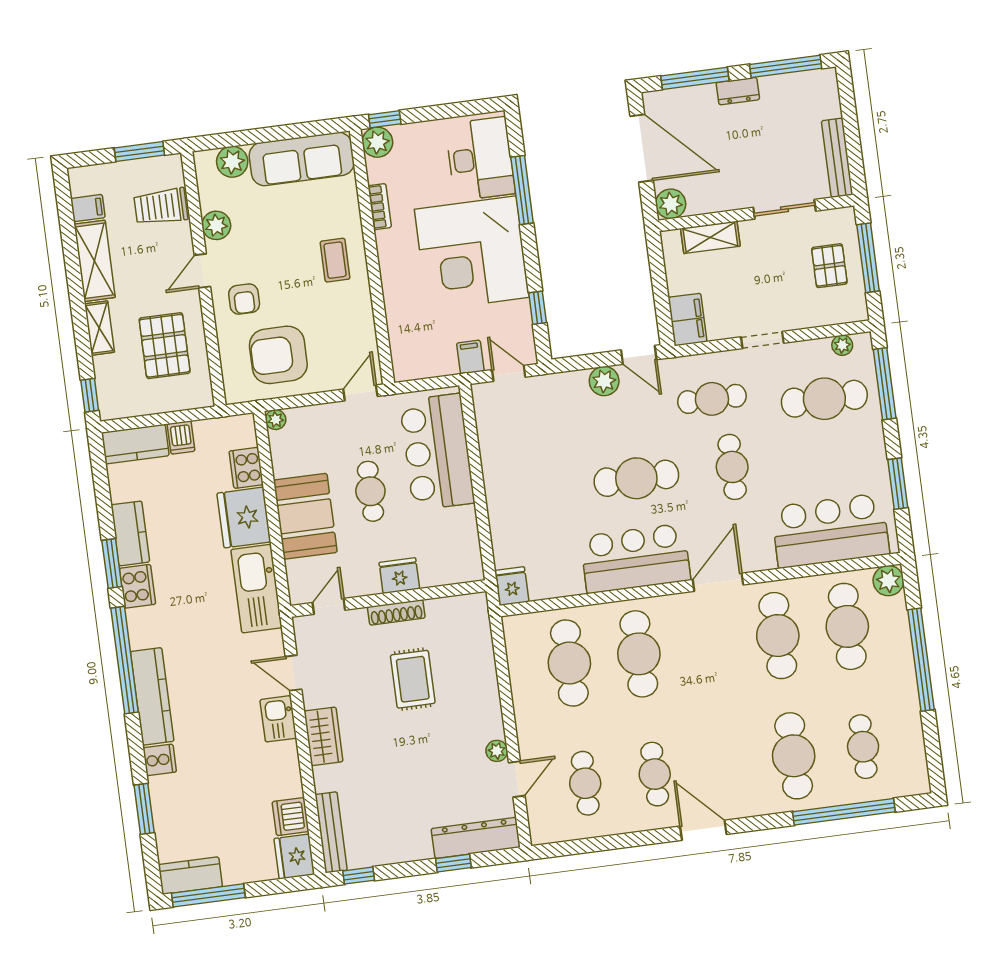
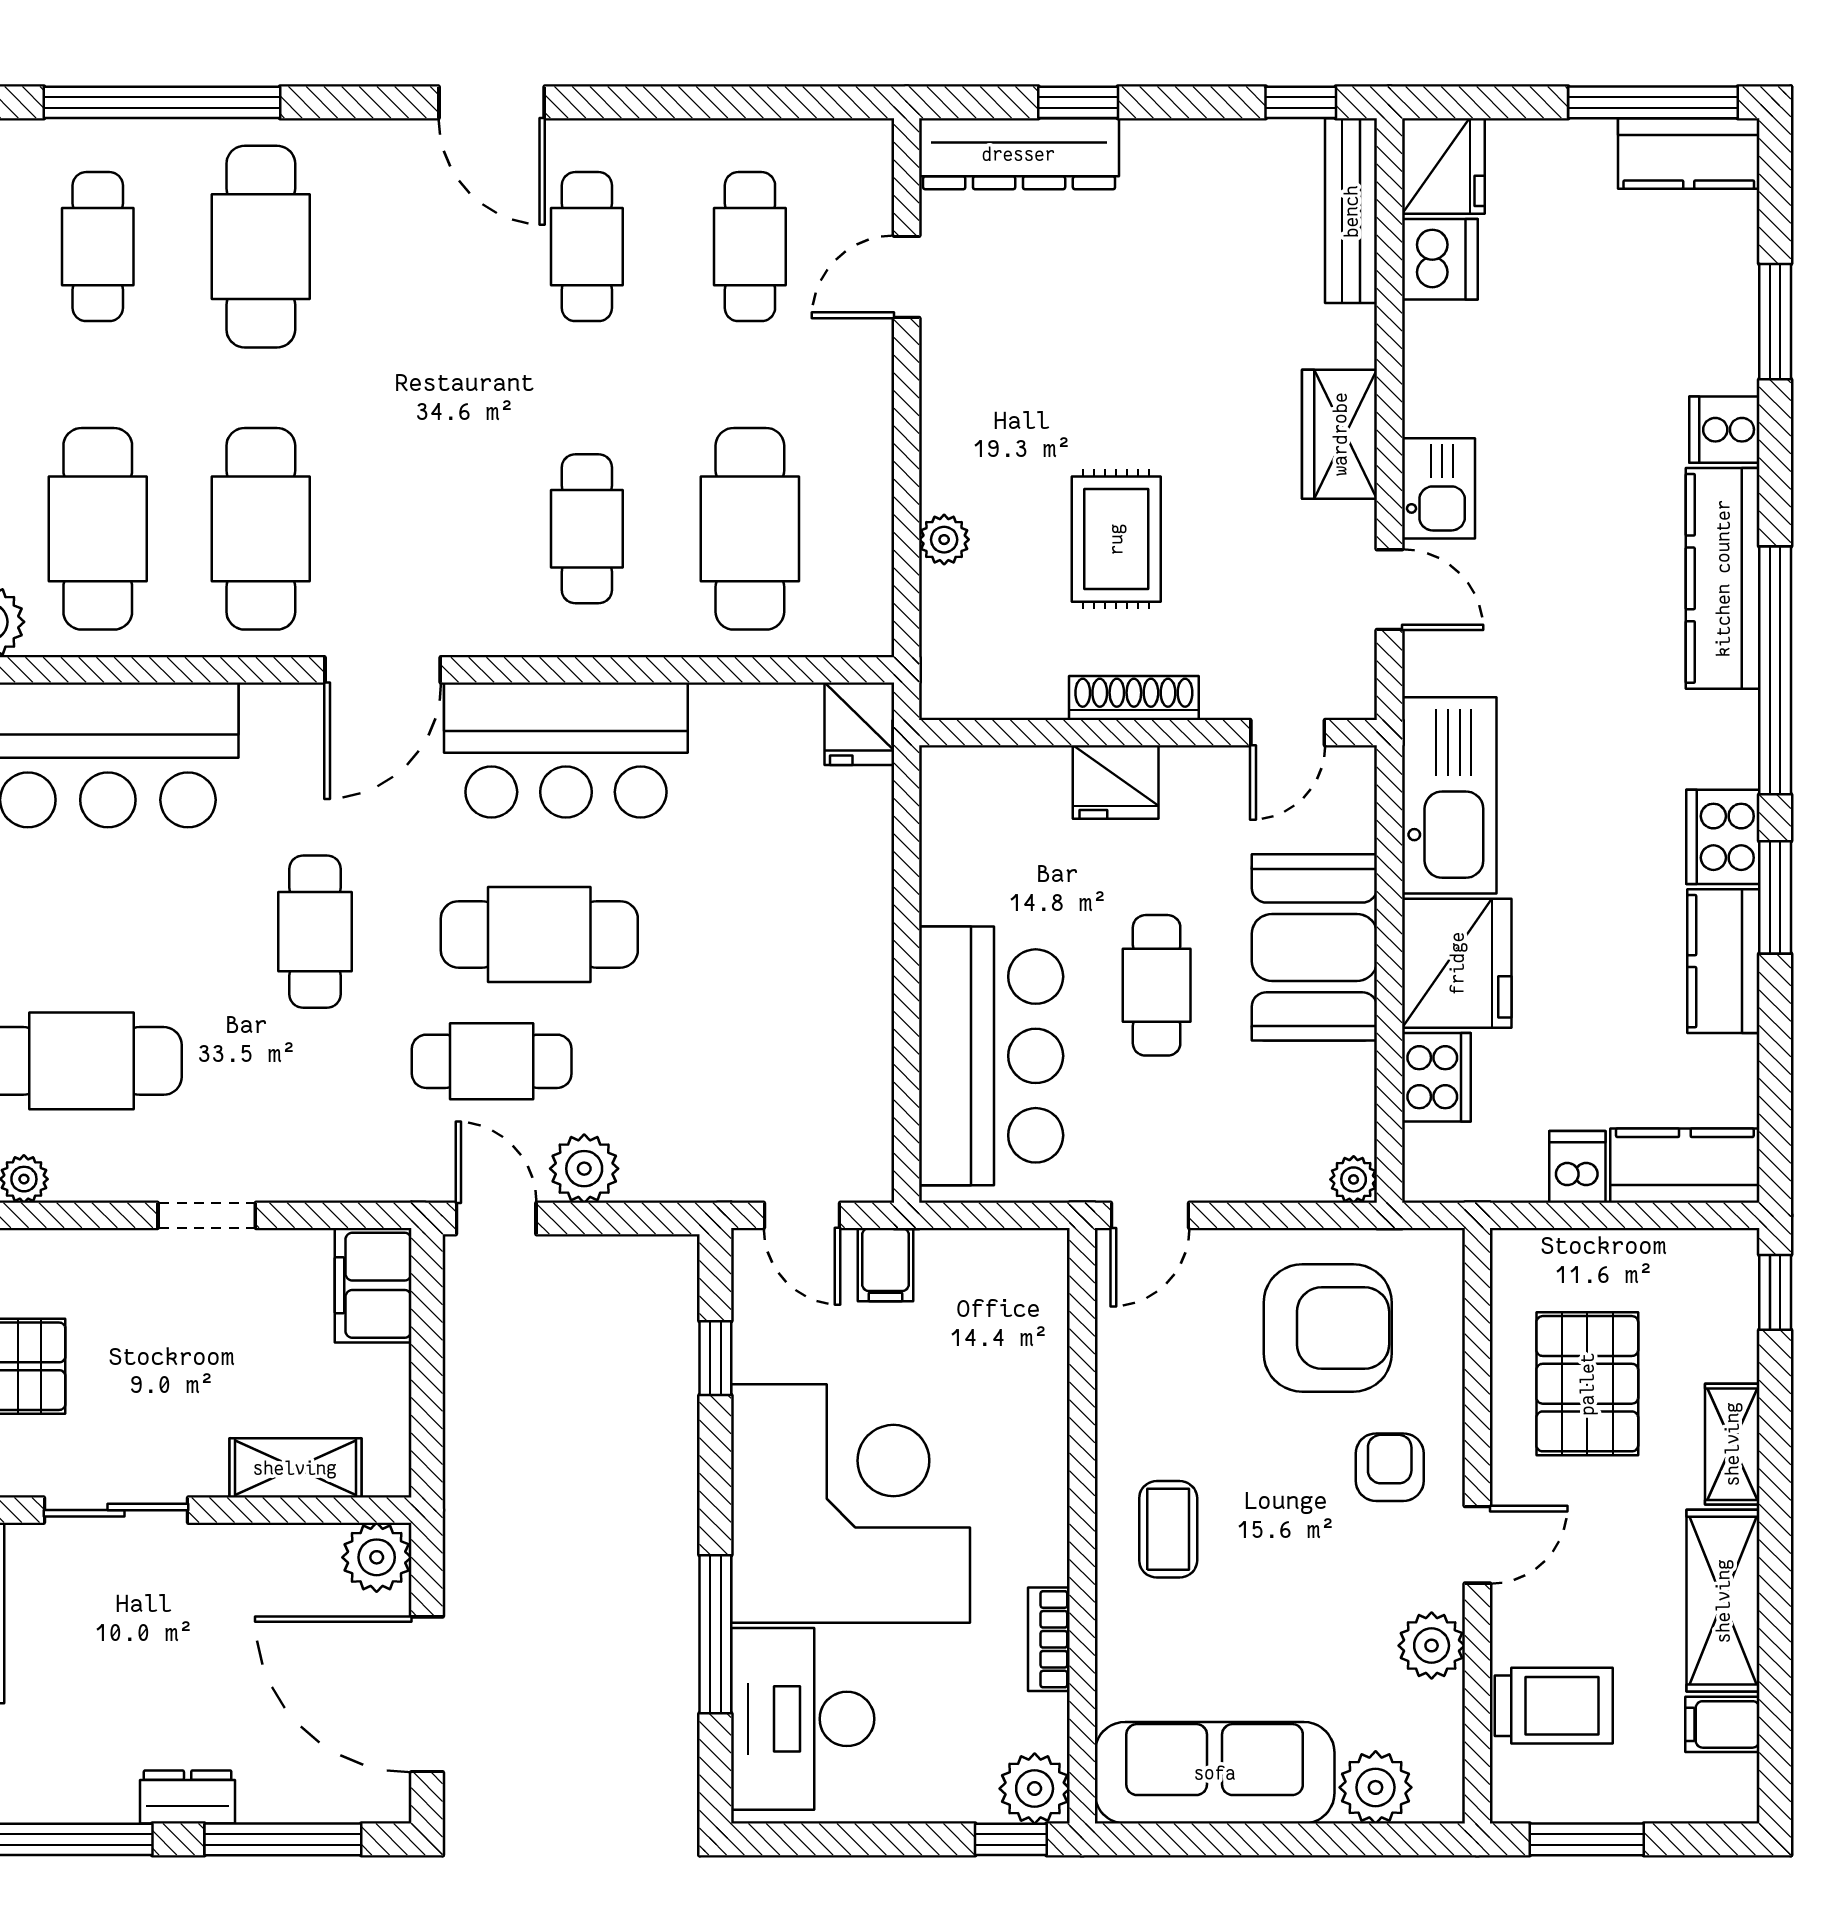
cafe table: (712, 399) -> (492, 1061), moved
cafe table: (639, 654) -> (587, 529), width x0.73, depth x0.74
plant: (497, 751) -> (944, 540), moved

